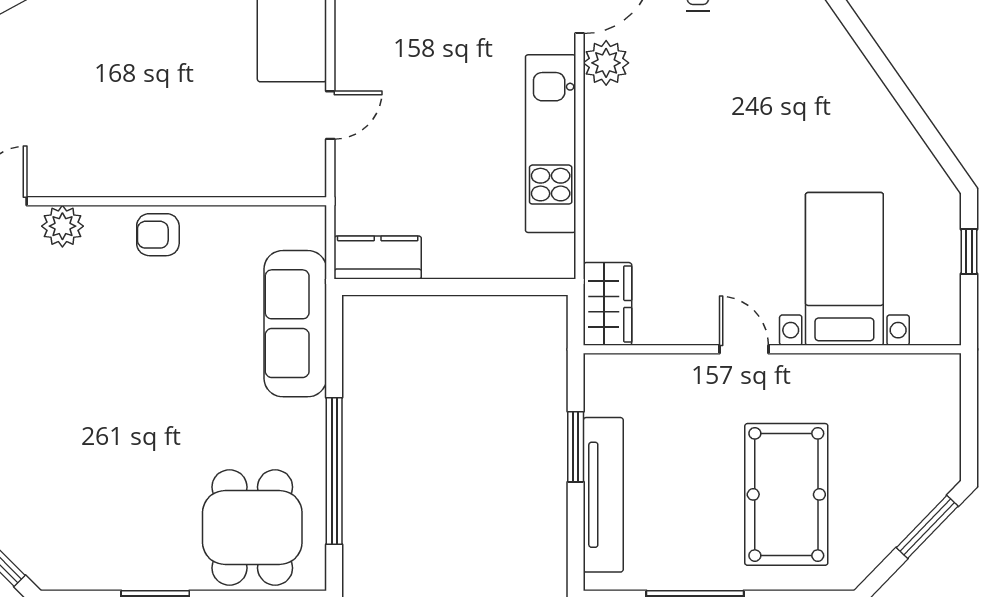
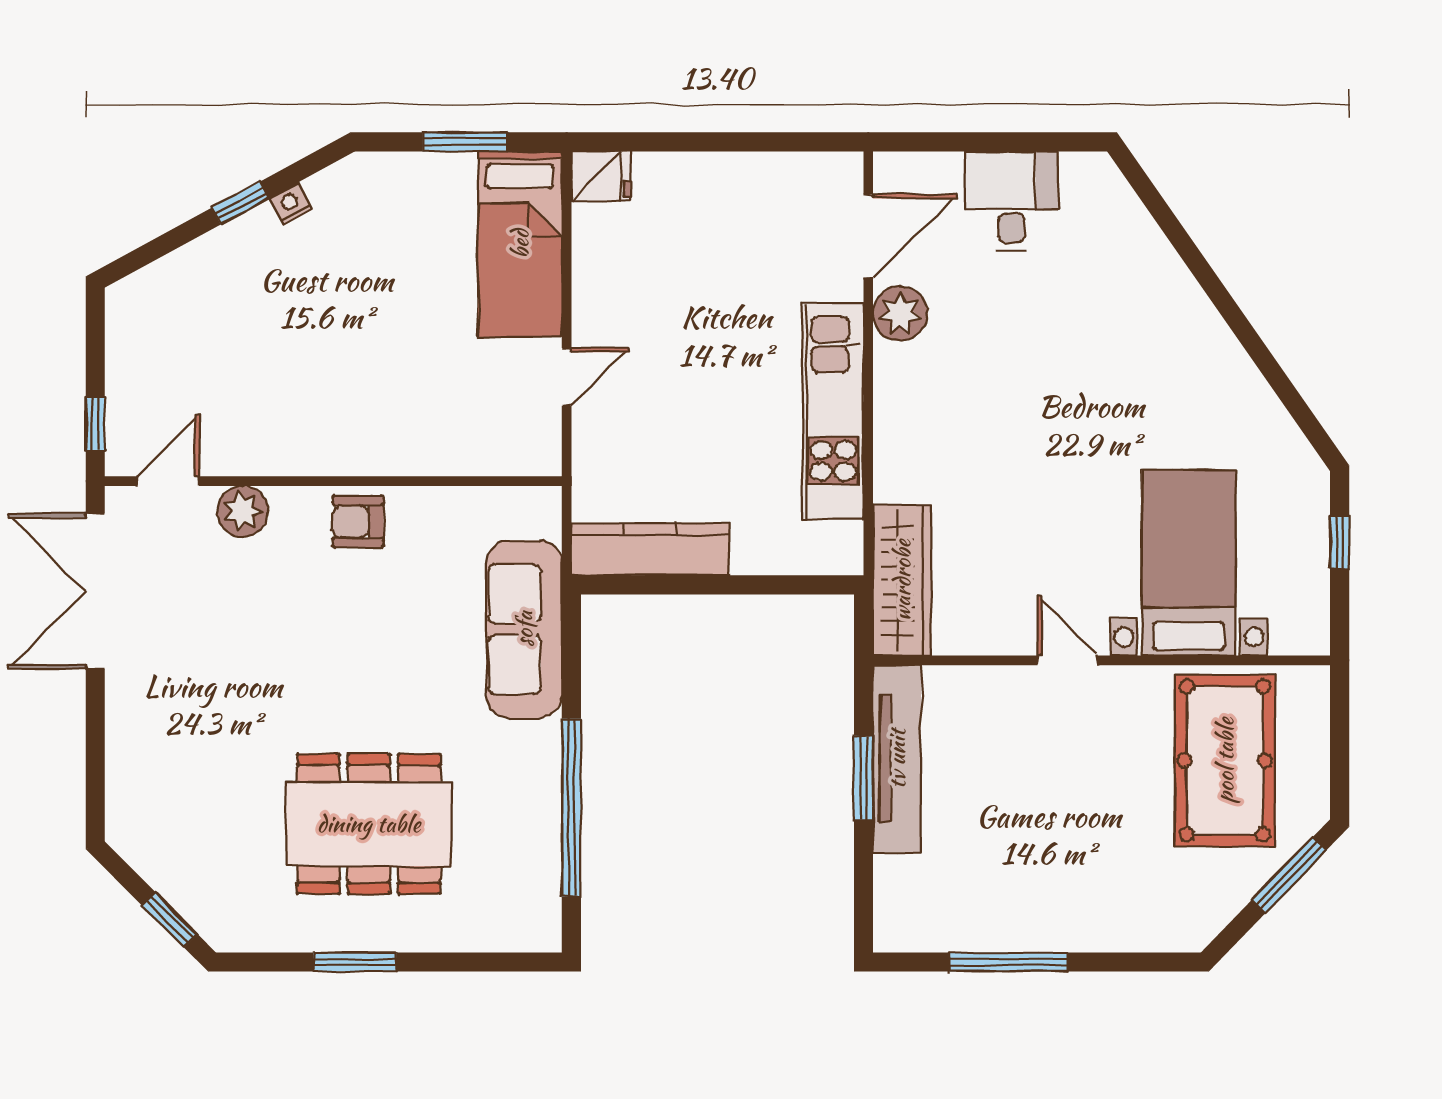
kitchen counter: (378, 257) -> (650, 549), width x1.50
wardrobe: (608, 304) -> (902, 580), width x1.50
pool table: (786, 494) -> (1225, 760), moved
tv unit: (603, 495) -> (897, 759), moved
dining table: (252, 527) -> (369, 824), moved, width x1.38

